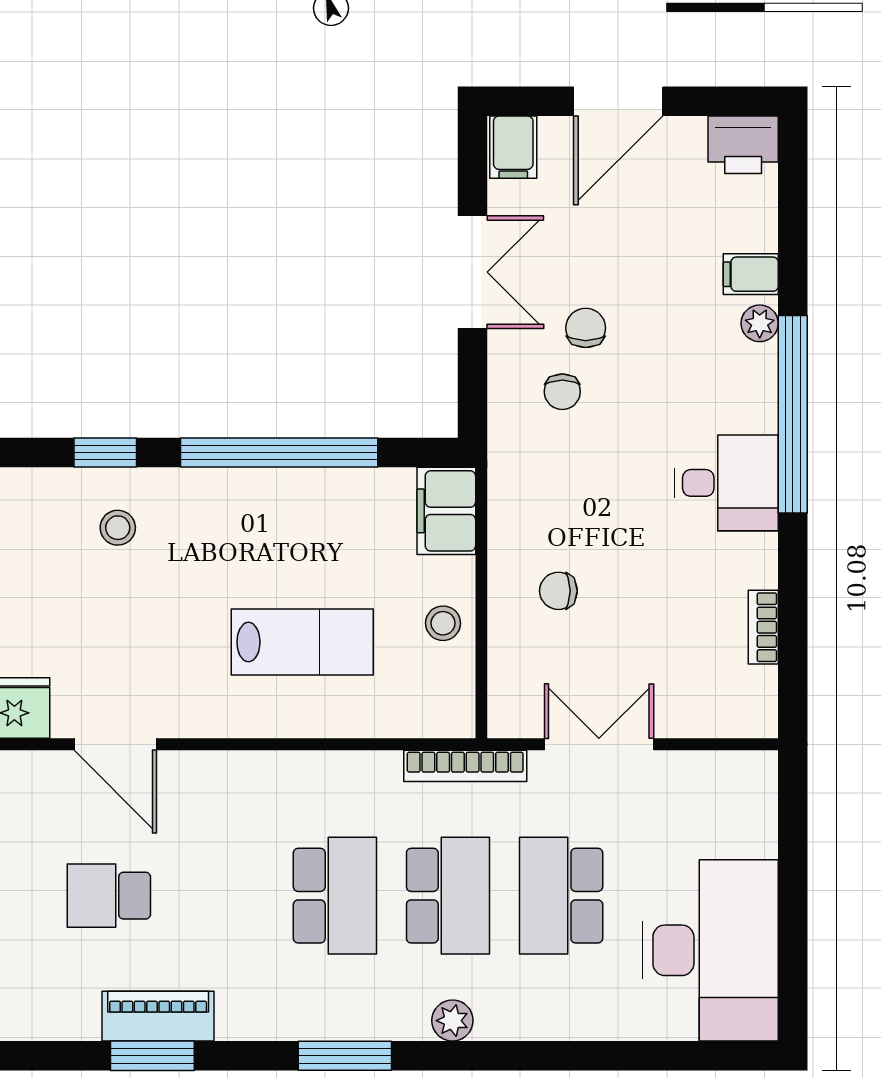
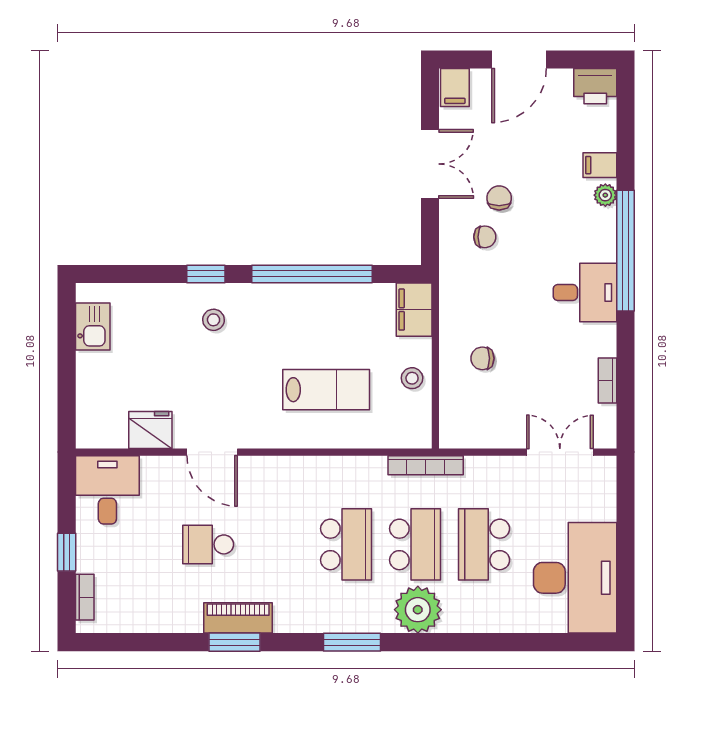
chair: (562, 392) -> (485, 237), turned -90
double door: (599, 744) -> (560, 452), moved
plant: (452, 1021) -> (418, 610), width x1.87, depth x1.87

